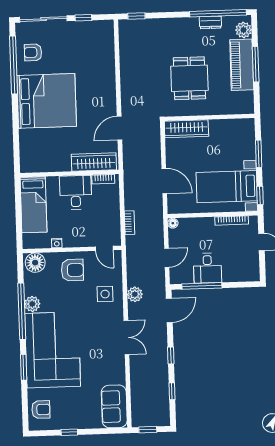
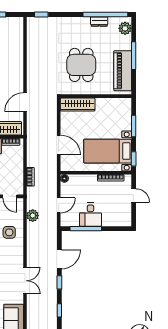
piano: (242, 65) -> (123, 71), moved
plant: (135, 294) -> (33, 216), moved
door: (169, 310) -> (59, 259), moved
double door: (126, 338) -> (25, 281), moved

